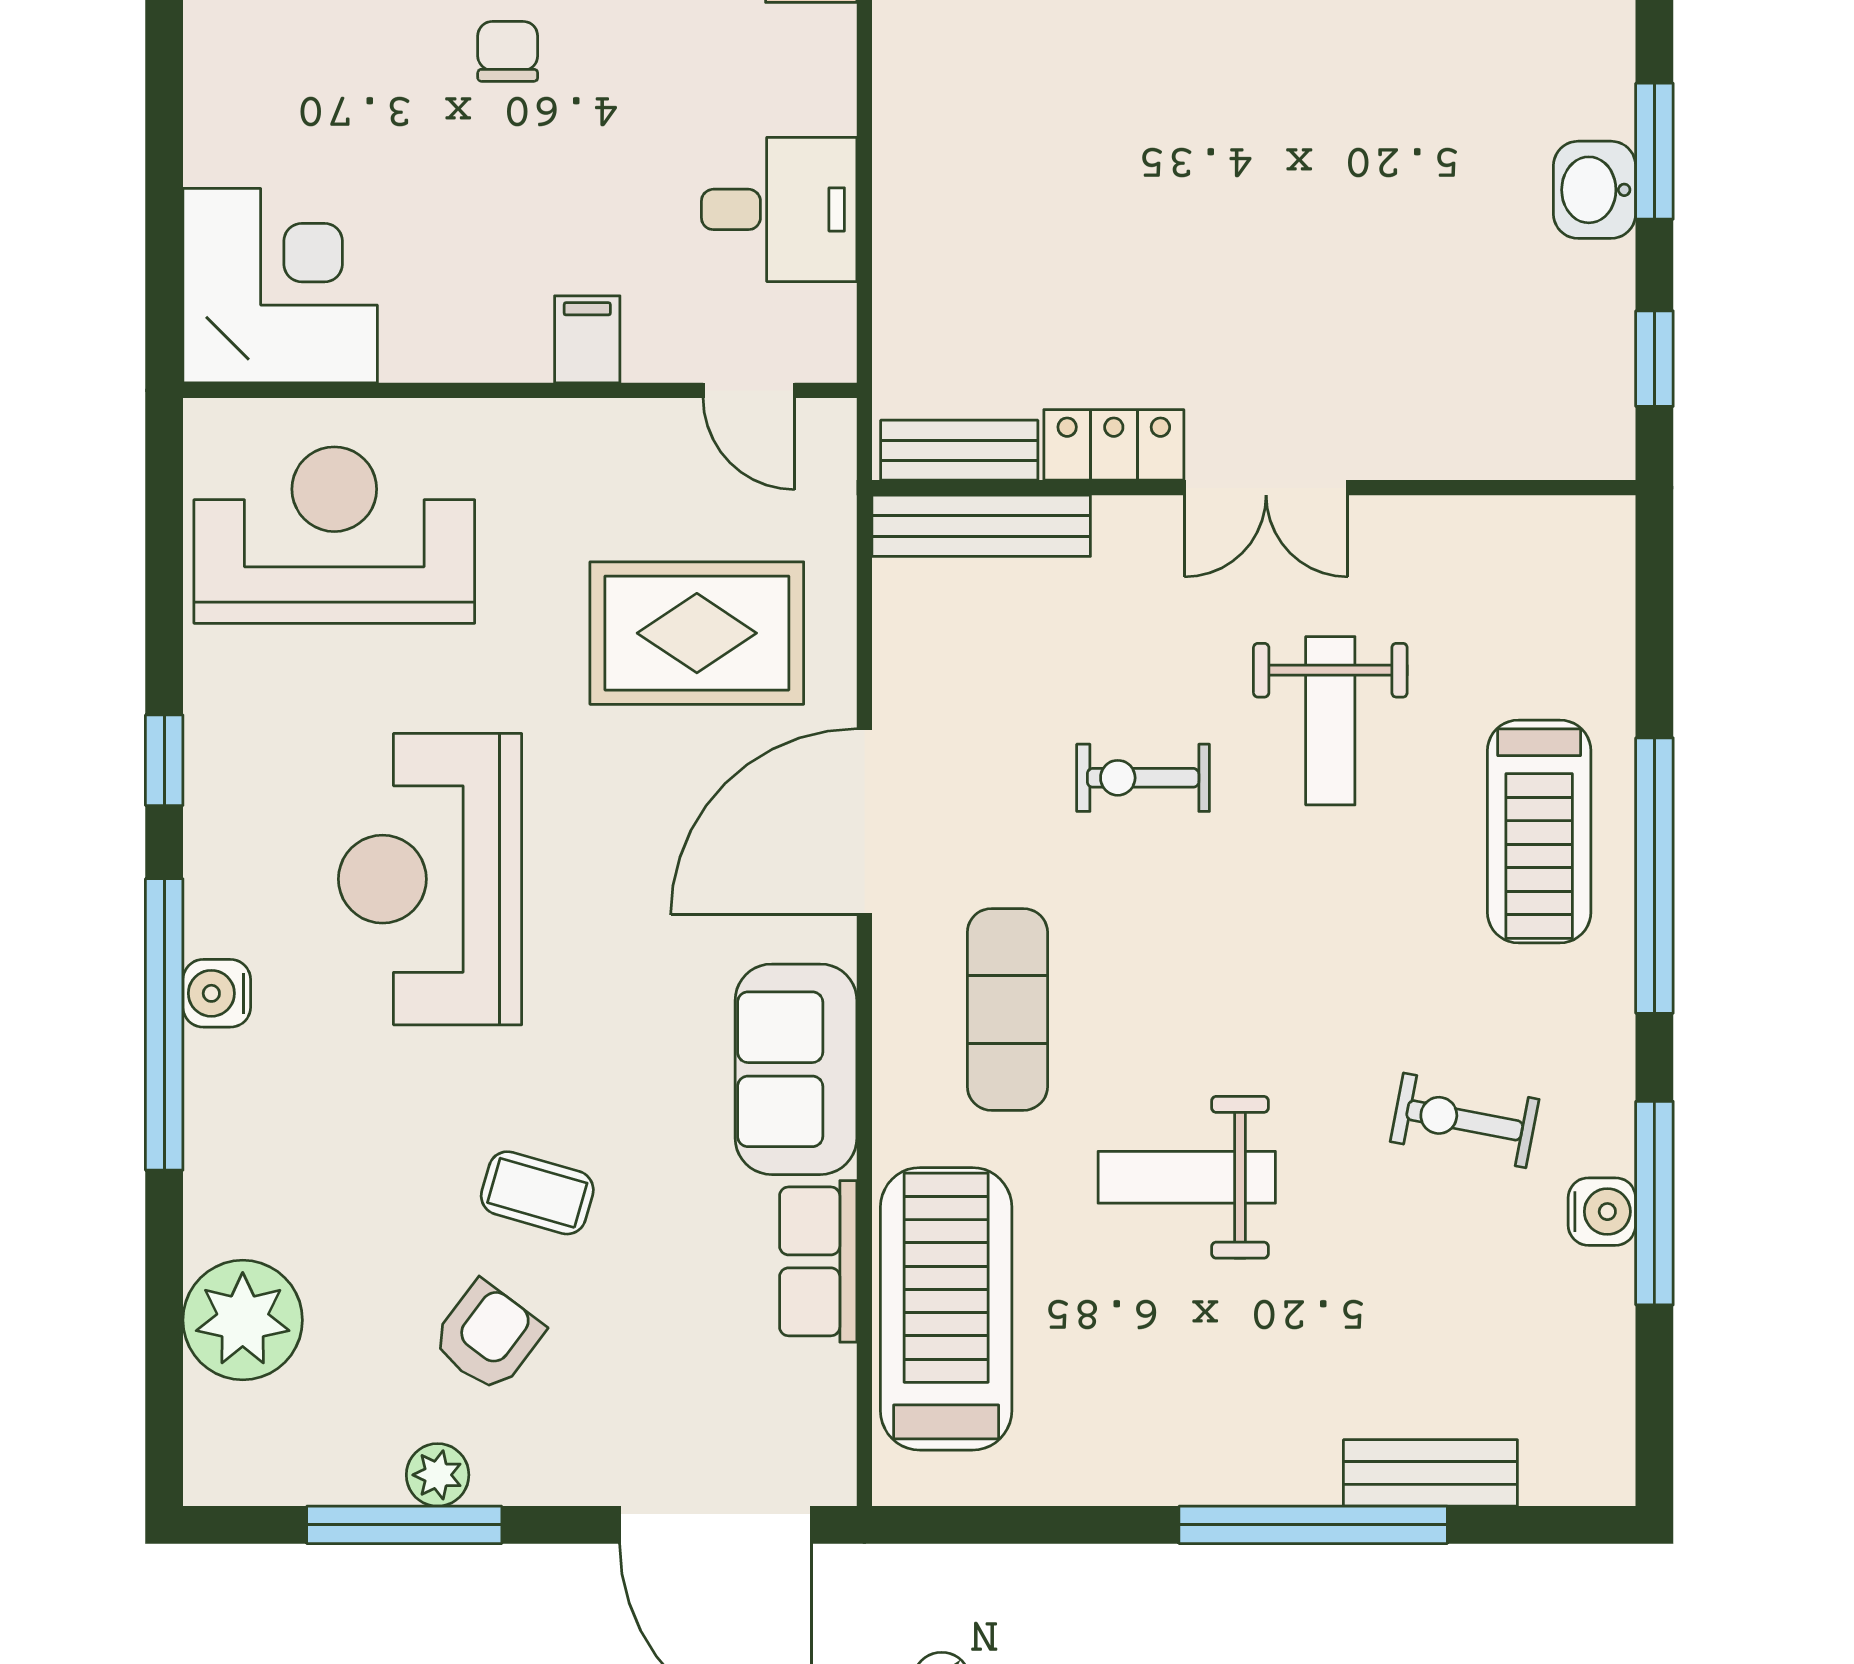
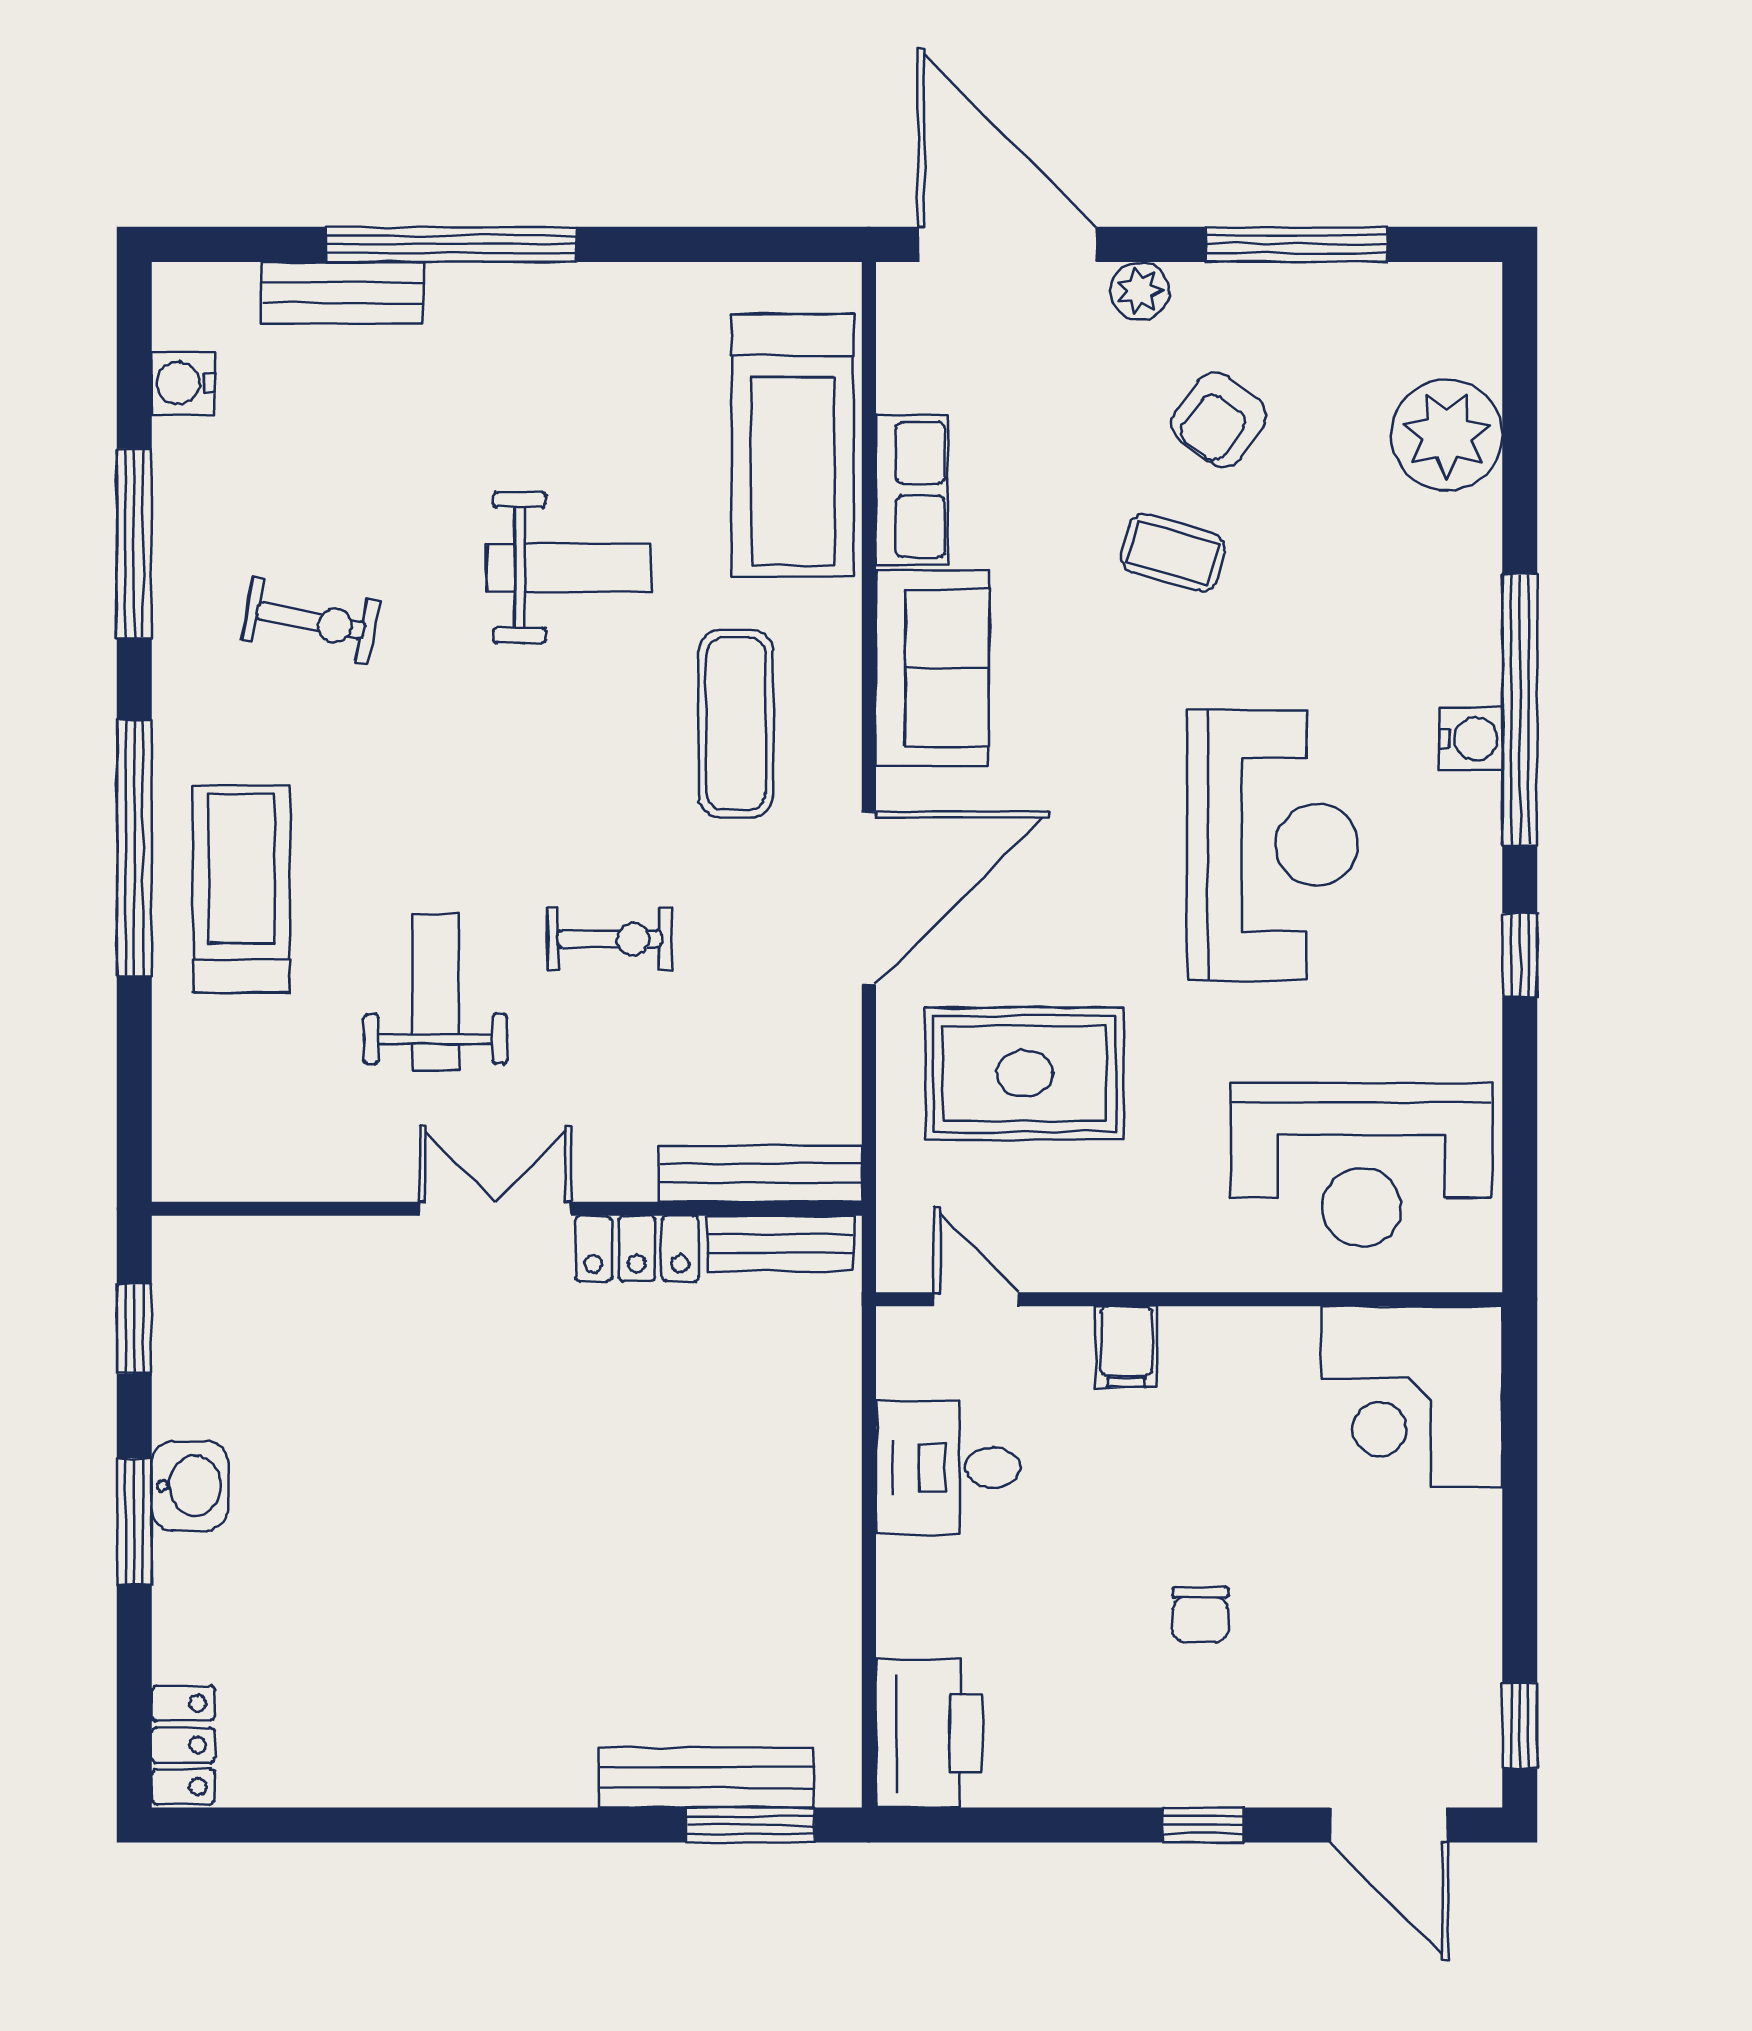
water cooler: (1602, 1212) -> (183, 383), moved
plant: (438, 1475) -> (1140, 291), moved

